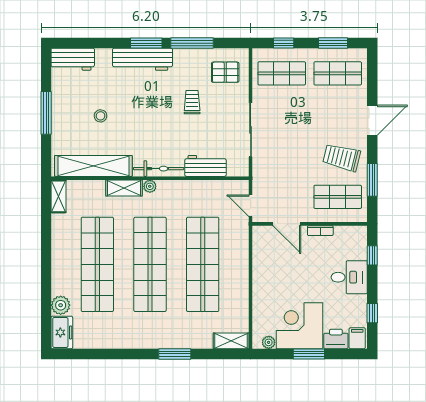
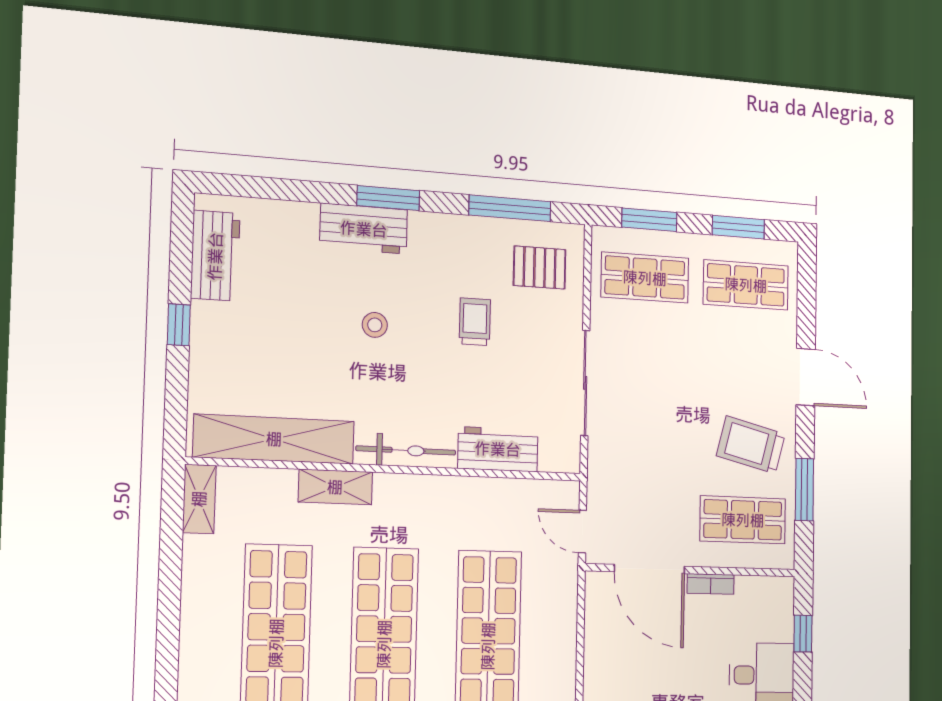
window: (192, 43) -> (510, 208), moved
window: (284, 43) -> (649, 220), width x1.50
workbench: (73, 59) -> (215, 256), moved, turned -90
workbench: (143, 59) -> (364, 229), width x0.73
window: (46, 113) -> (179, 325), width x0.46
stool: (100, 116) -> (375, 325), moved
door: (372, 120) -> (806, 377), hinge flipped
plant: (150, 186) -> (388, 485), removed
door: (287, 224) -> (650, 569), width x1.36

